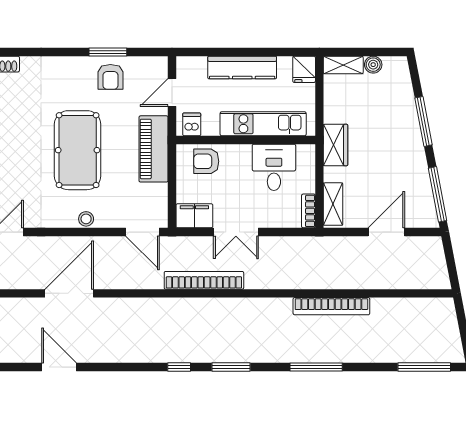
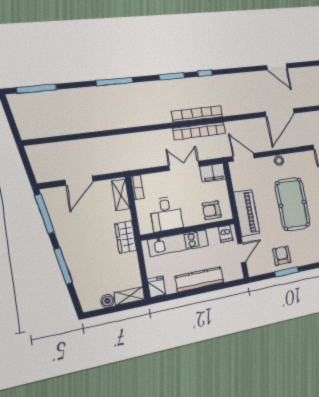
armchair: (206, 161) -> (212, 210), turned 180
bookcase: (331, 306) -> (197, 114), moved

